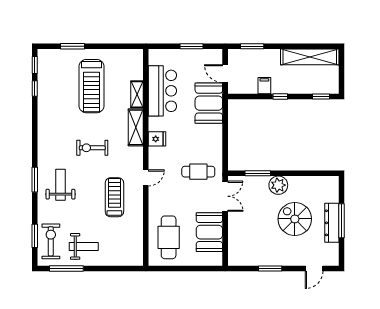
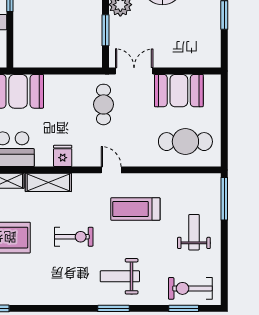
exercise bike: (92, 148) -> (74, 237), turned -90
weight bench: (84, 246) -> (194, 232), moved
window: (66, 268) -> (224, 199), moved

